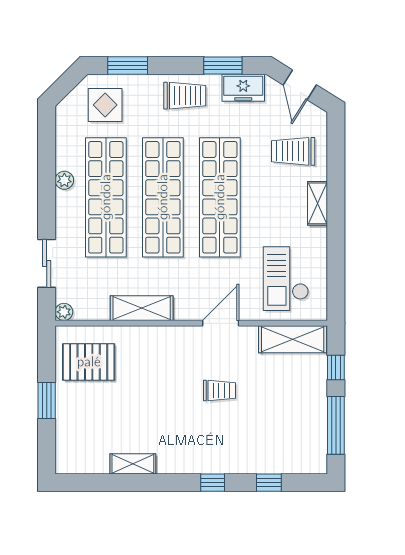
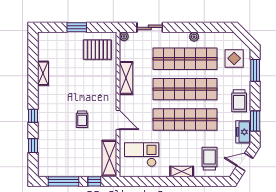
pallet: (89, 362) -> (97, 50), turned 90

